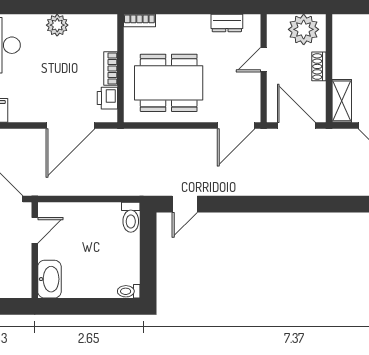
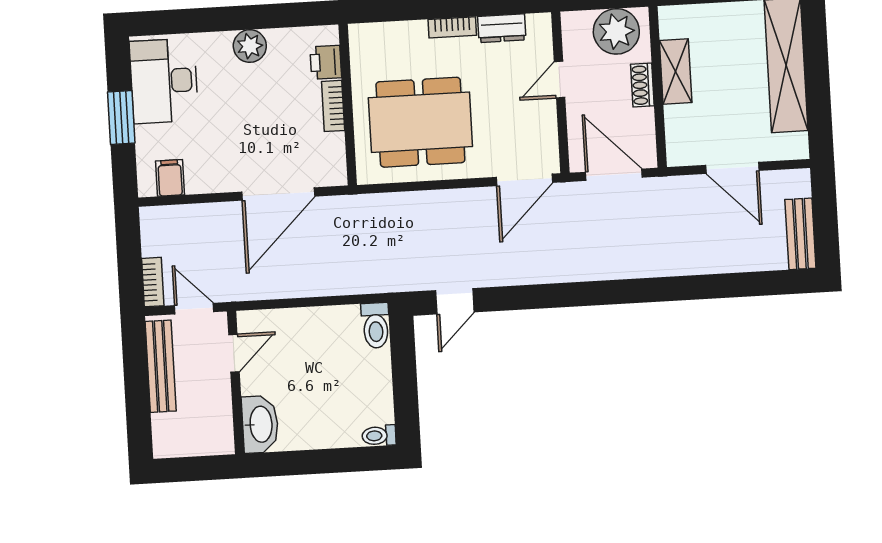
bookcase: (139, 20) -> (452, 27), moved
printer: (107, 98) -> (326, 62), moved
shelving: (342, 101) -> (676, 71), moved

